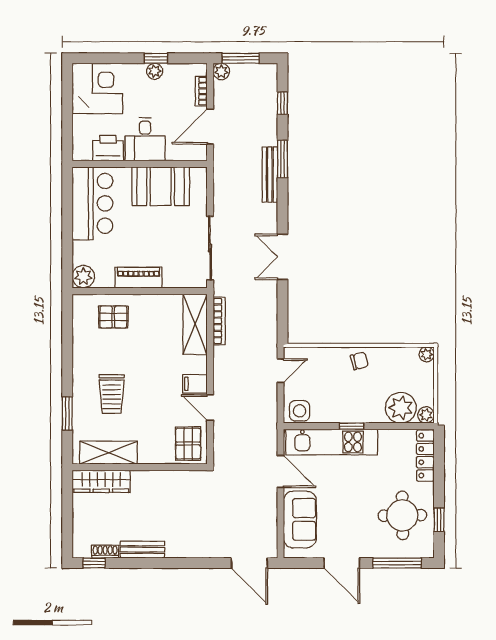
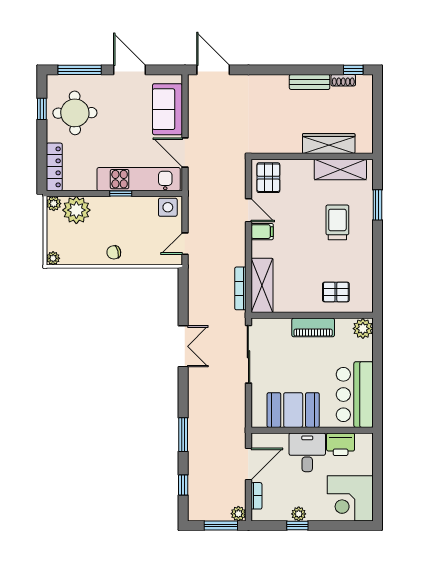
bench: (270, 175) -> (195, 421), removed
wardrobe: (101, 481) -> (329, 144), moved

